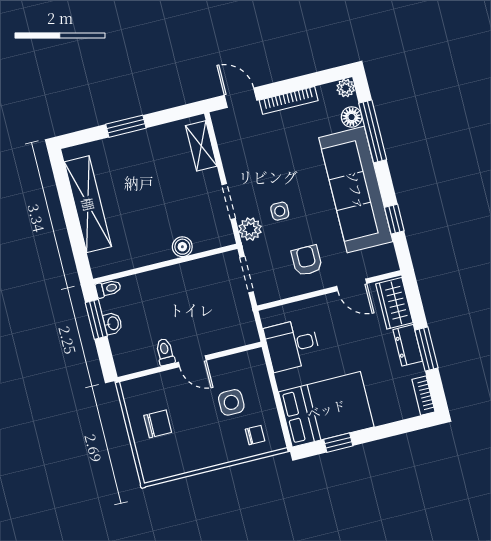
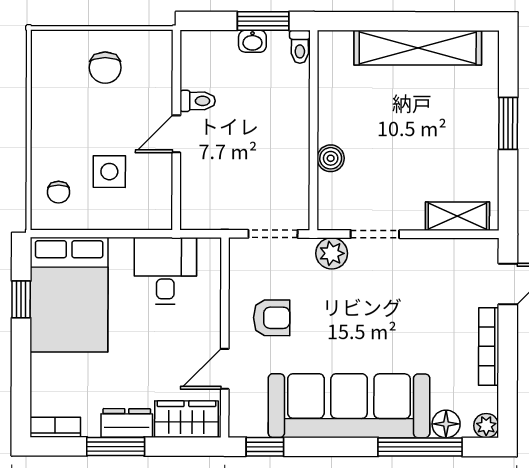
side table: (280, 211) -> (346, 298), removed
window: (394, 219) -> (265, 447), moved

